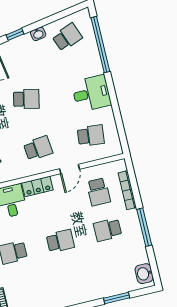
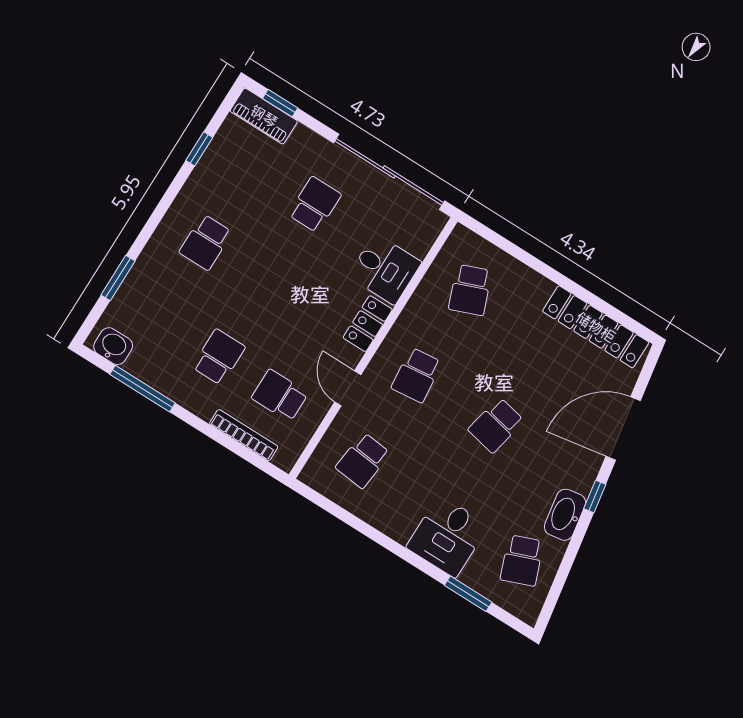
washbasin: (38, 34) -> (565, 515), width x1.91, depth x1.45
window: (100, 45) -> (468, 594), width x0.47
desk: (91, 93) -> (447, 536), moved
window: (144, 227) -> (142, 389), moved
school desk: (60, 241) -> (206, 242), moved

